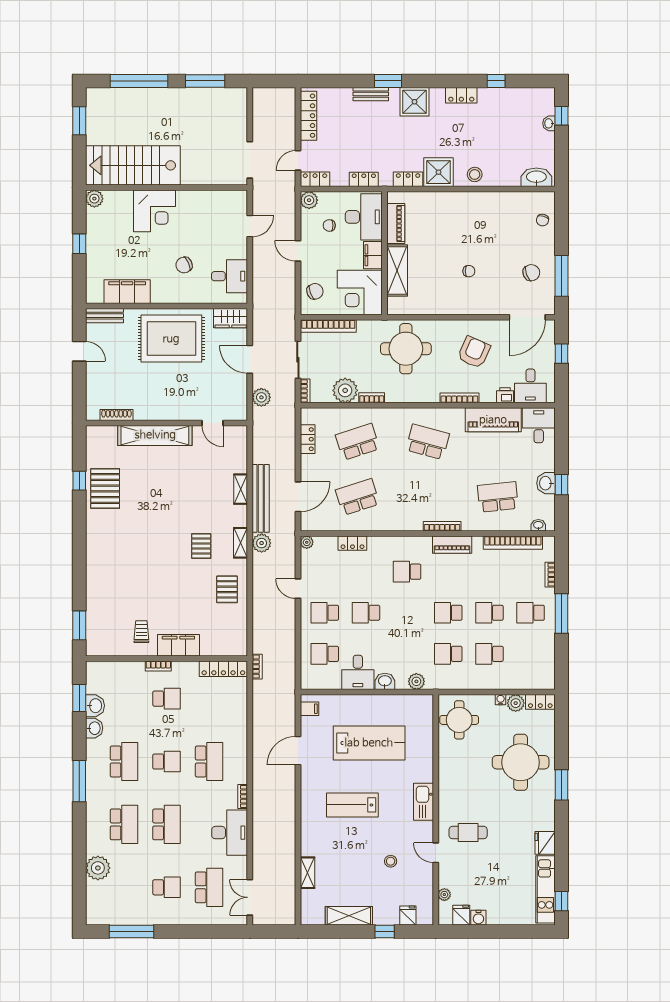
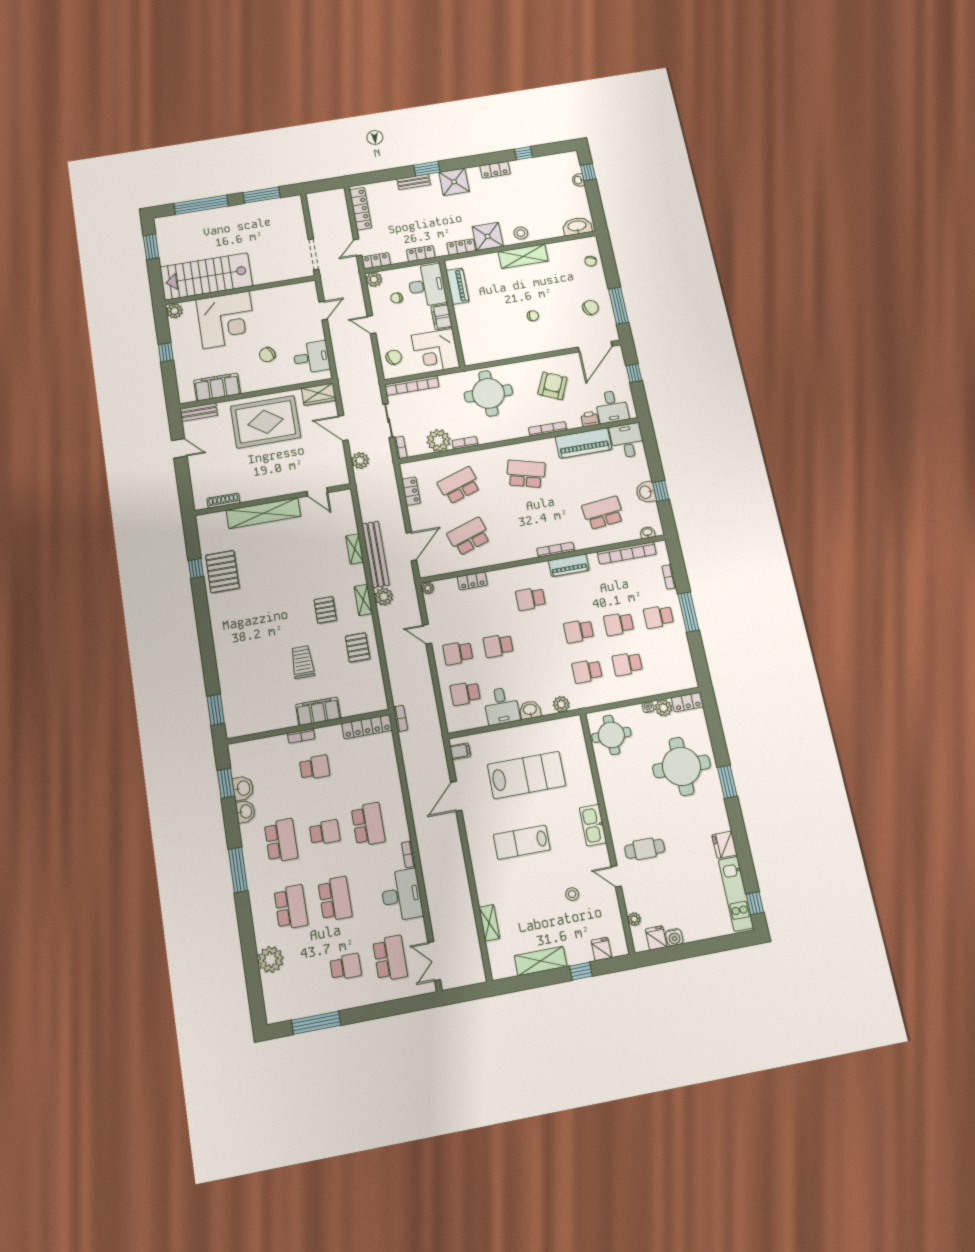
corner desk: (155, 211) -> (226, 320), width x1.36, depth x1.36
shelving: (397, 270) -> (523, 256), moved, turned 90
trolley: (141, 632) -> (303, 662), moved, width x1.36, depth x1.39

